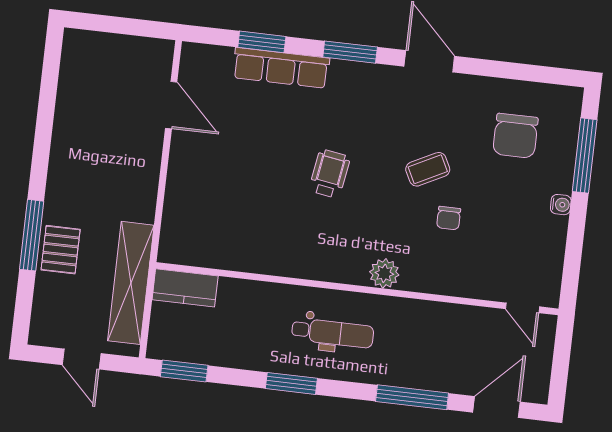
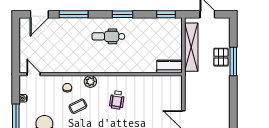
plant: (384, 273) -> (90, 81), moved
kitchen counter: (185, 288) -> (169, 66), moved
wall: (357, 289) -> (101, 74), moved
door: (522, 308) -> (34, 74), moved

